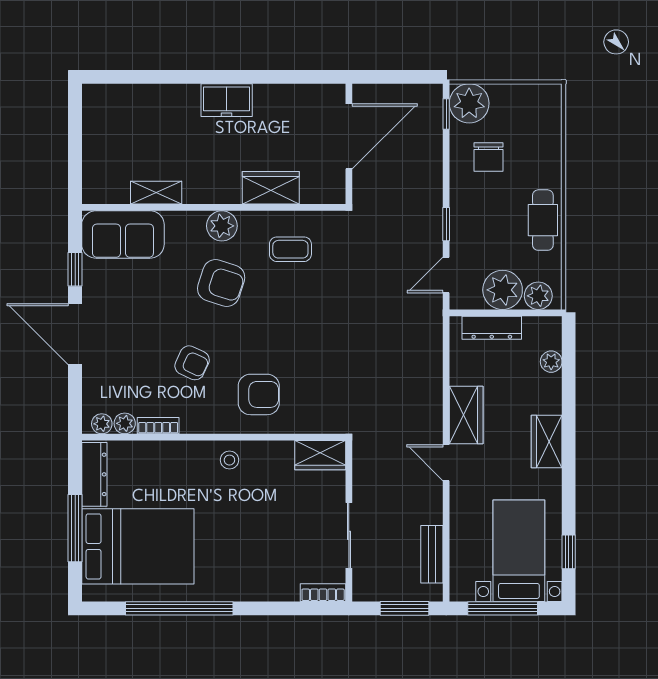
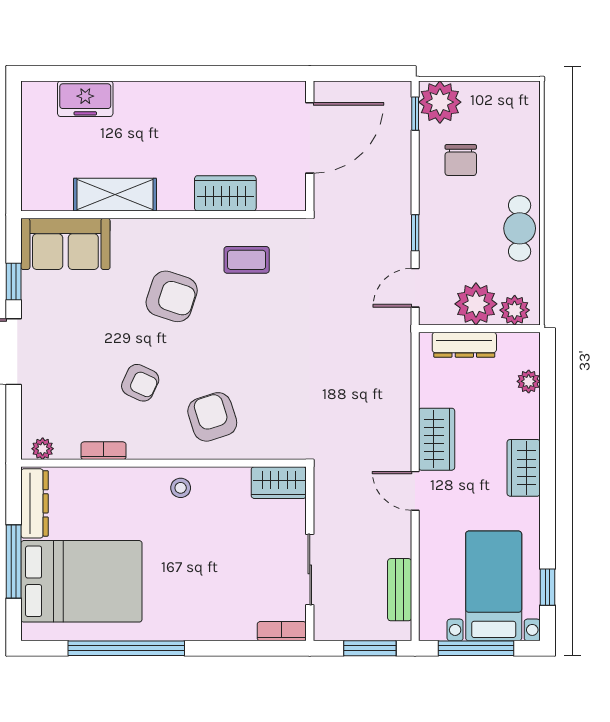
freezer: (227, 100) -> (85, 99), moved
shelving: (156, 193) -> (115, 195), width x1.50, depth x1.33
plant: (222, 226) -> (172, 235), removed
armchair: (259, 394) -> (212, 417), turned -108
plant: (125, 423) -> (67, 448), removed

